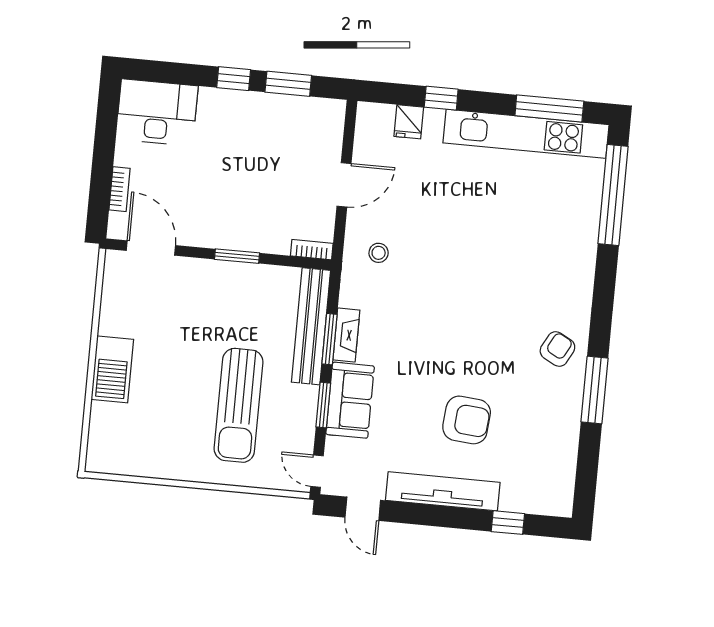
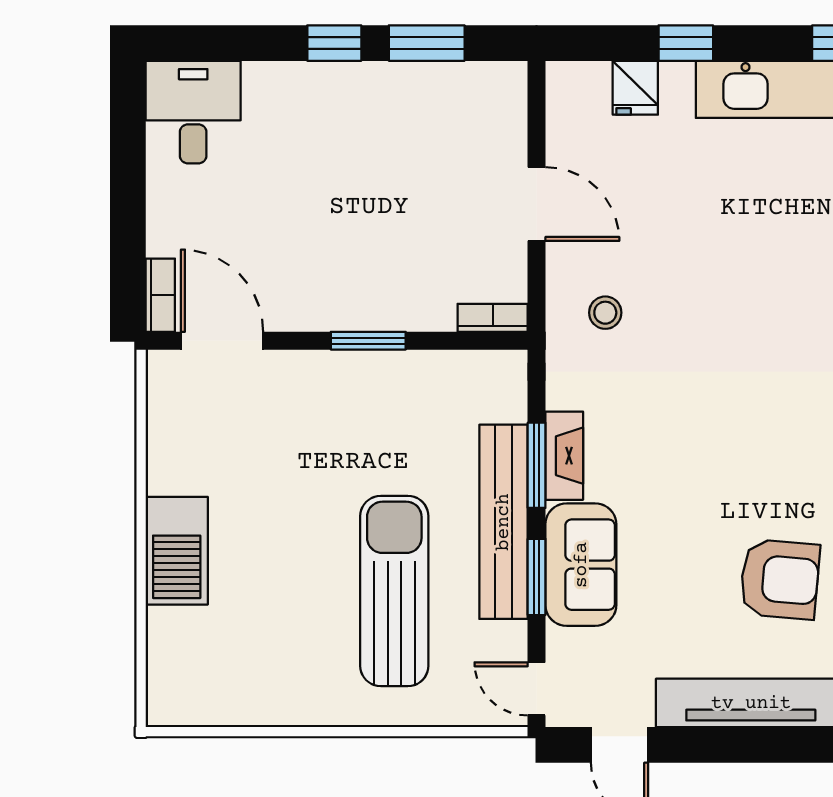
desk: (157, 112) -> (193, 112), width x0.73
door: (344, 185) -> (537, 204), hinge flipped
bookcase: (120, 189) -> (160, 295), moved
bench: (311, 326) -> (503, 522), moved
sun lounger: (239, 405) -> (394, 591), turned 180

